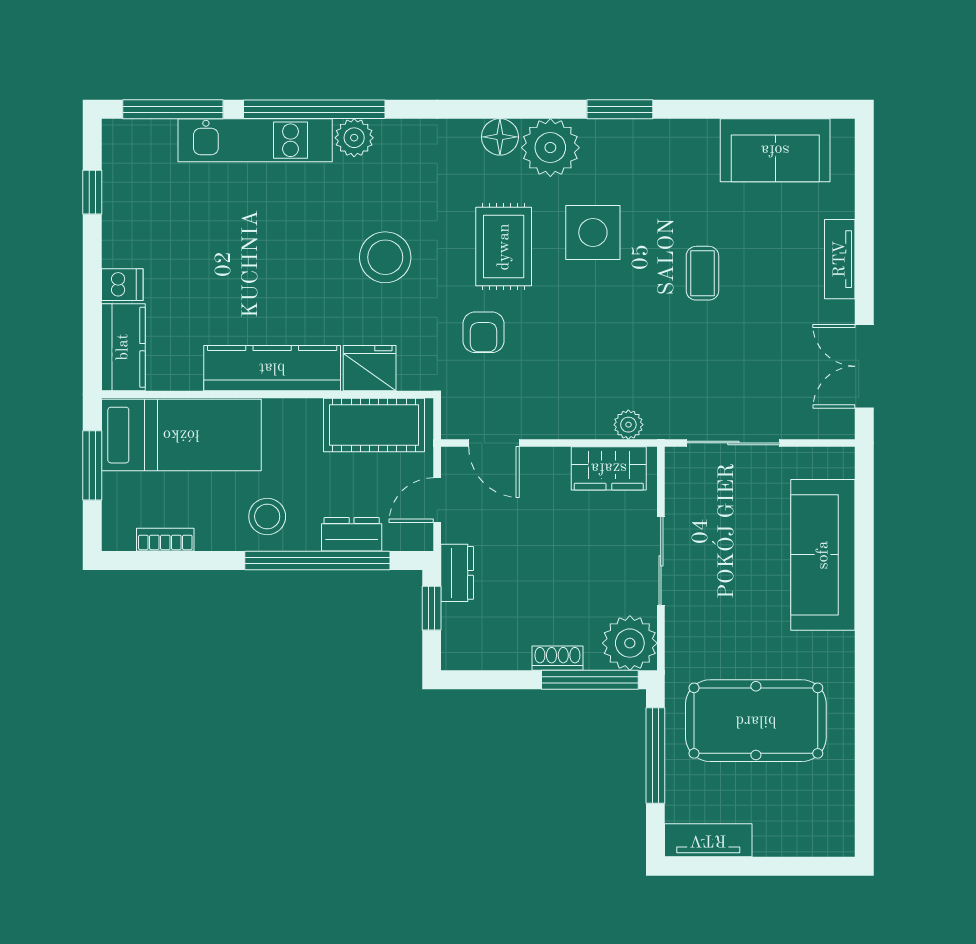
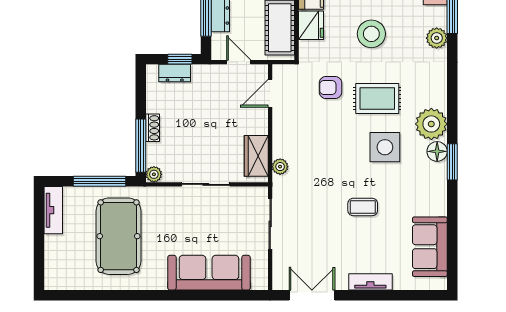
floor lamp: (500, 137) -> (437, 151), moved
plant: (354, 138) -> (437, 38), moved
dresser: (457, 573) -> (175, 73), moved
plant: (630, 643) -> (154, 174), width x0.53, depth x0.53

